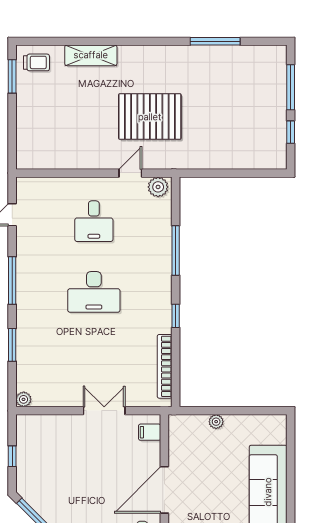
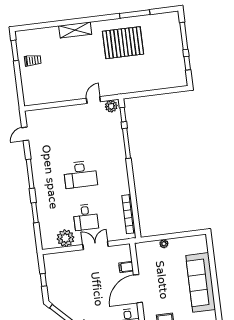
shelving: (91, 55) -> (75, 30), moved
trolley: (36, 62) -> (33, 60), moved
pallet: (150, 117) -> (123, 43), moved
desk: (94, 221) -> (86, 217), moved
window: (176, 316) -> (123, 115), moved
plant: (24, 399) -> (65, 238), moved, width x1.88, depth x1.88
filing cabinet: (150, 432) -> (126, 267), moved

